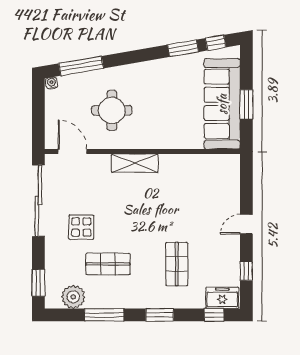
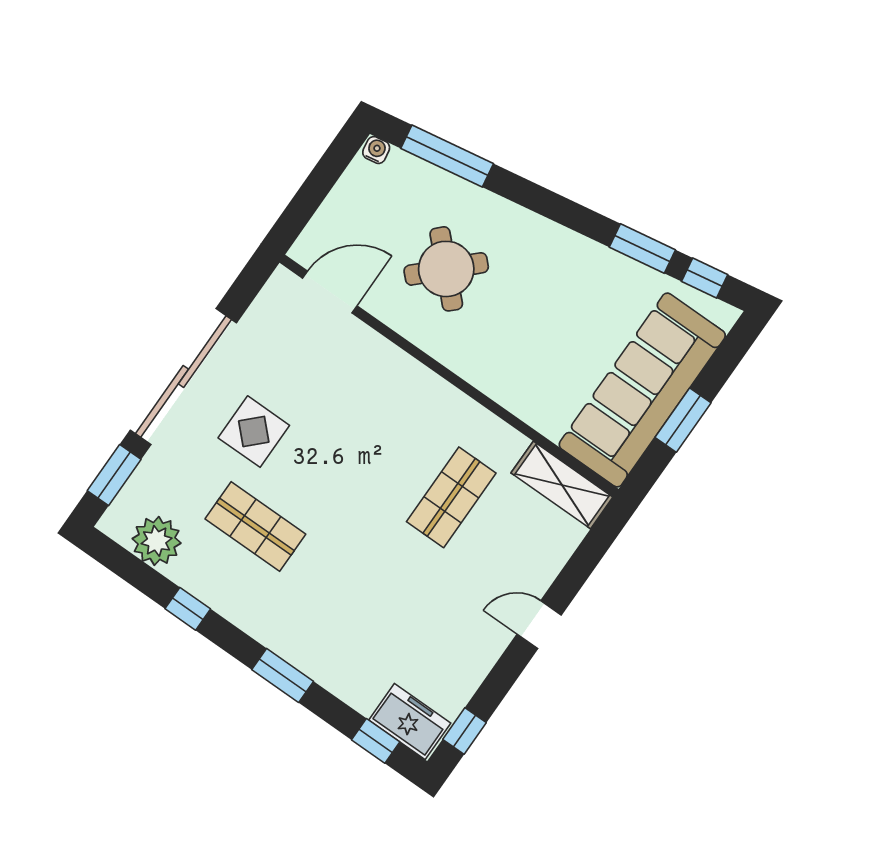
round table: (112, 110) -> (446, 269), turned 45
door: (73, 152) -> (330, 292), hinge flipped
shelving: (135, 163) -> (562, 485), moved
sliding door: (38, 201) -> (183, 377), moved
shop shelf: (177, 264) -> (451, 497), moved
window: (246, 271) -> (464, 731), moved
window: (104, 315) -> (188, 609), width x0.46

